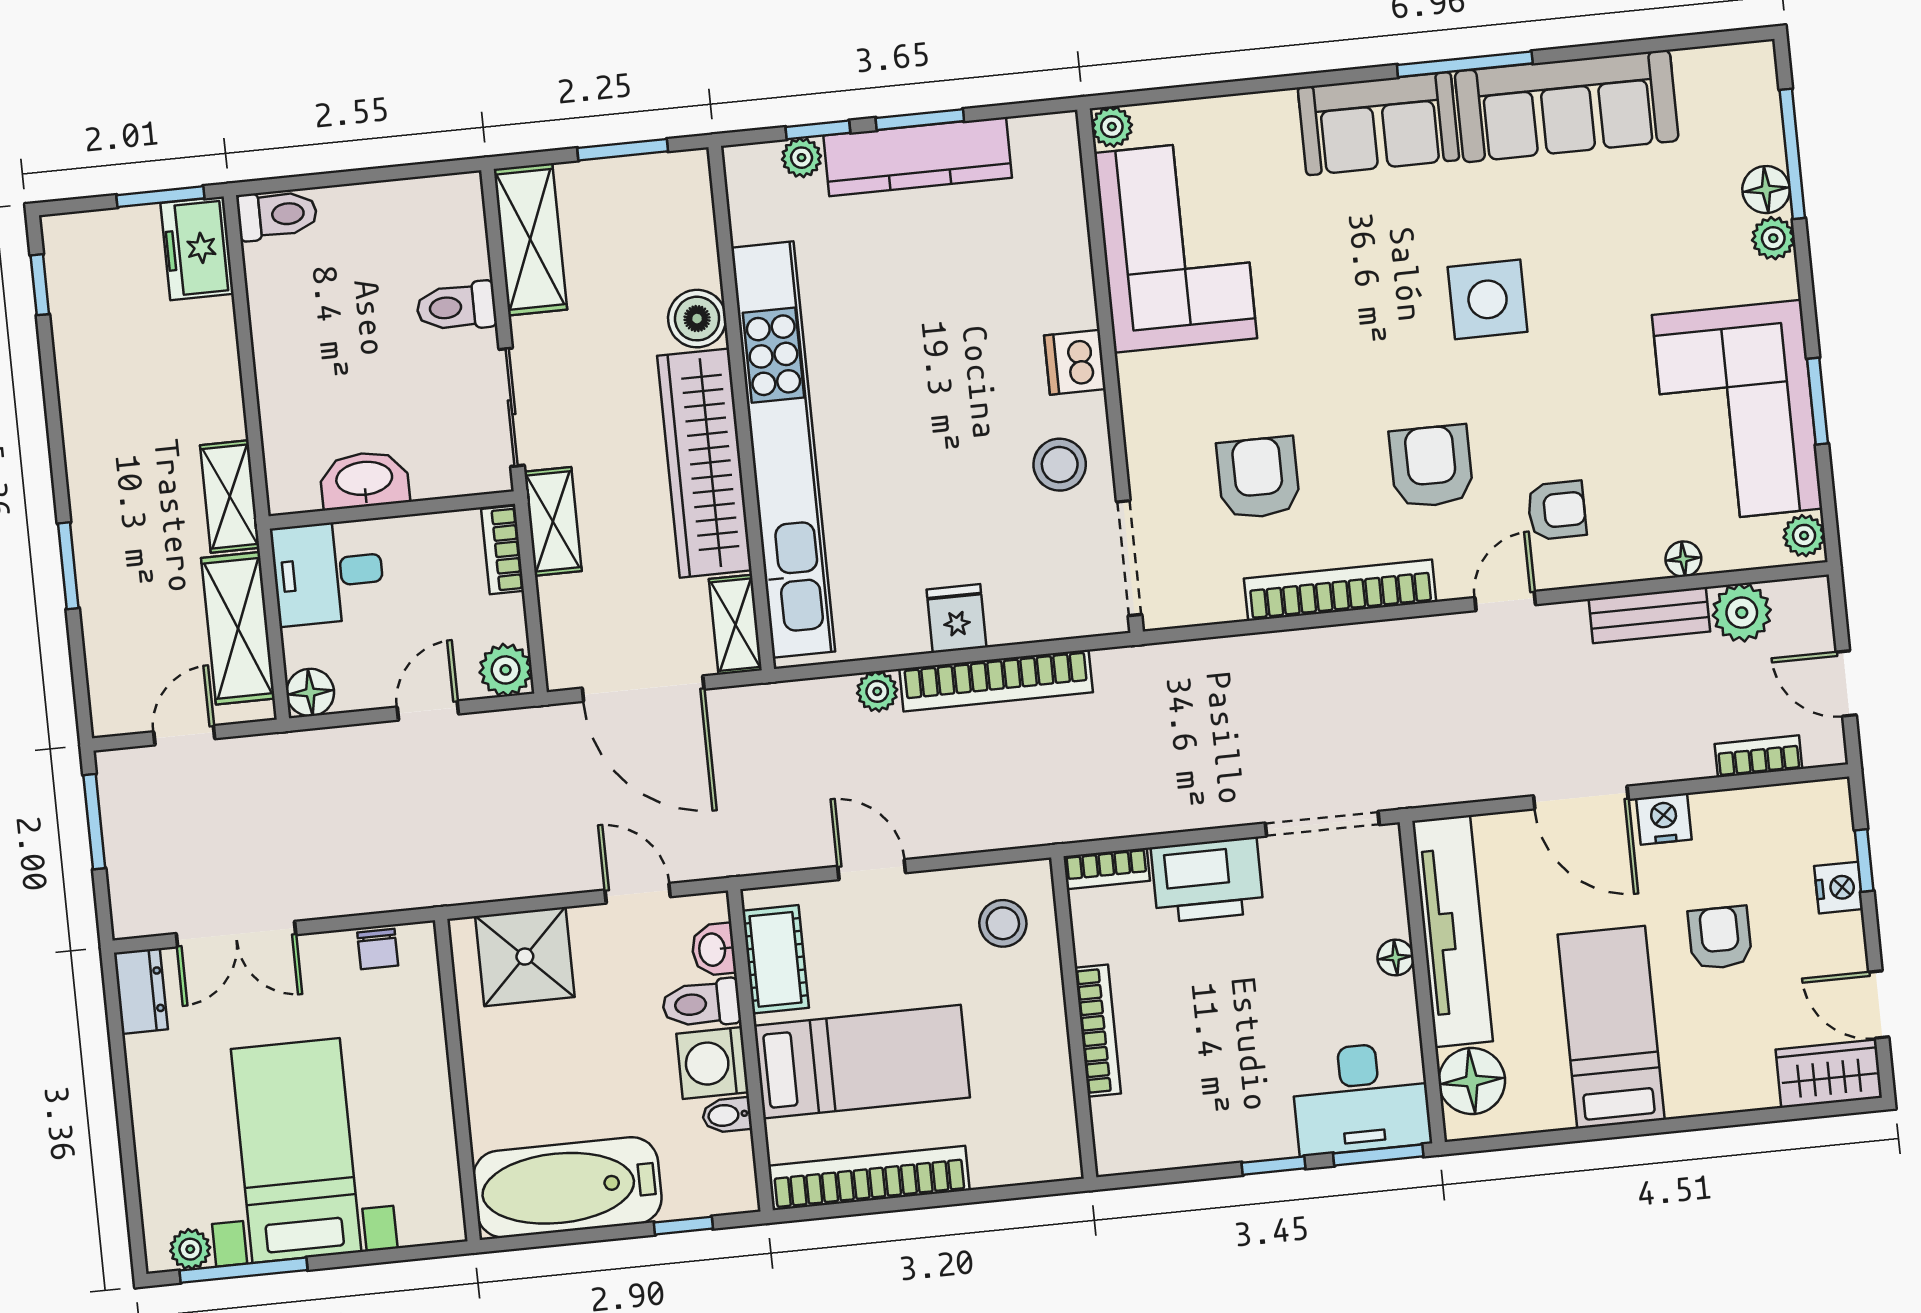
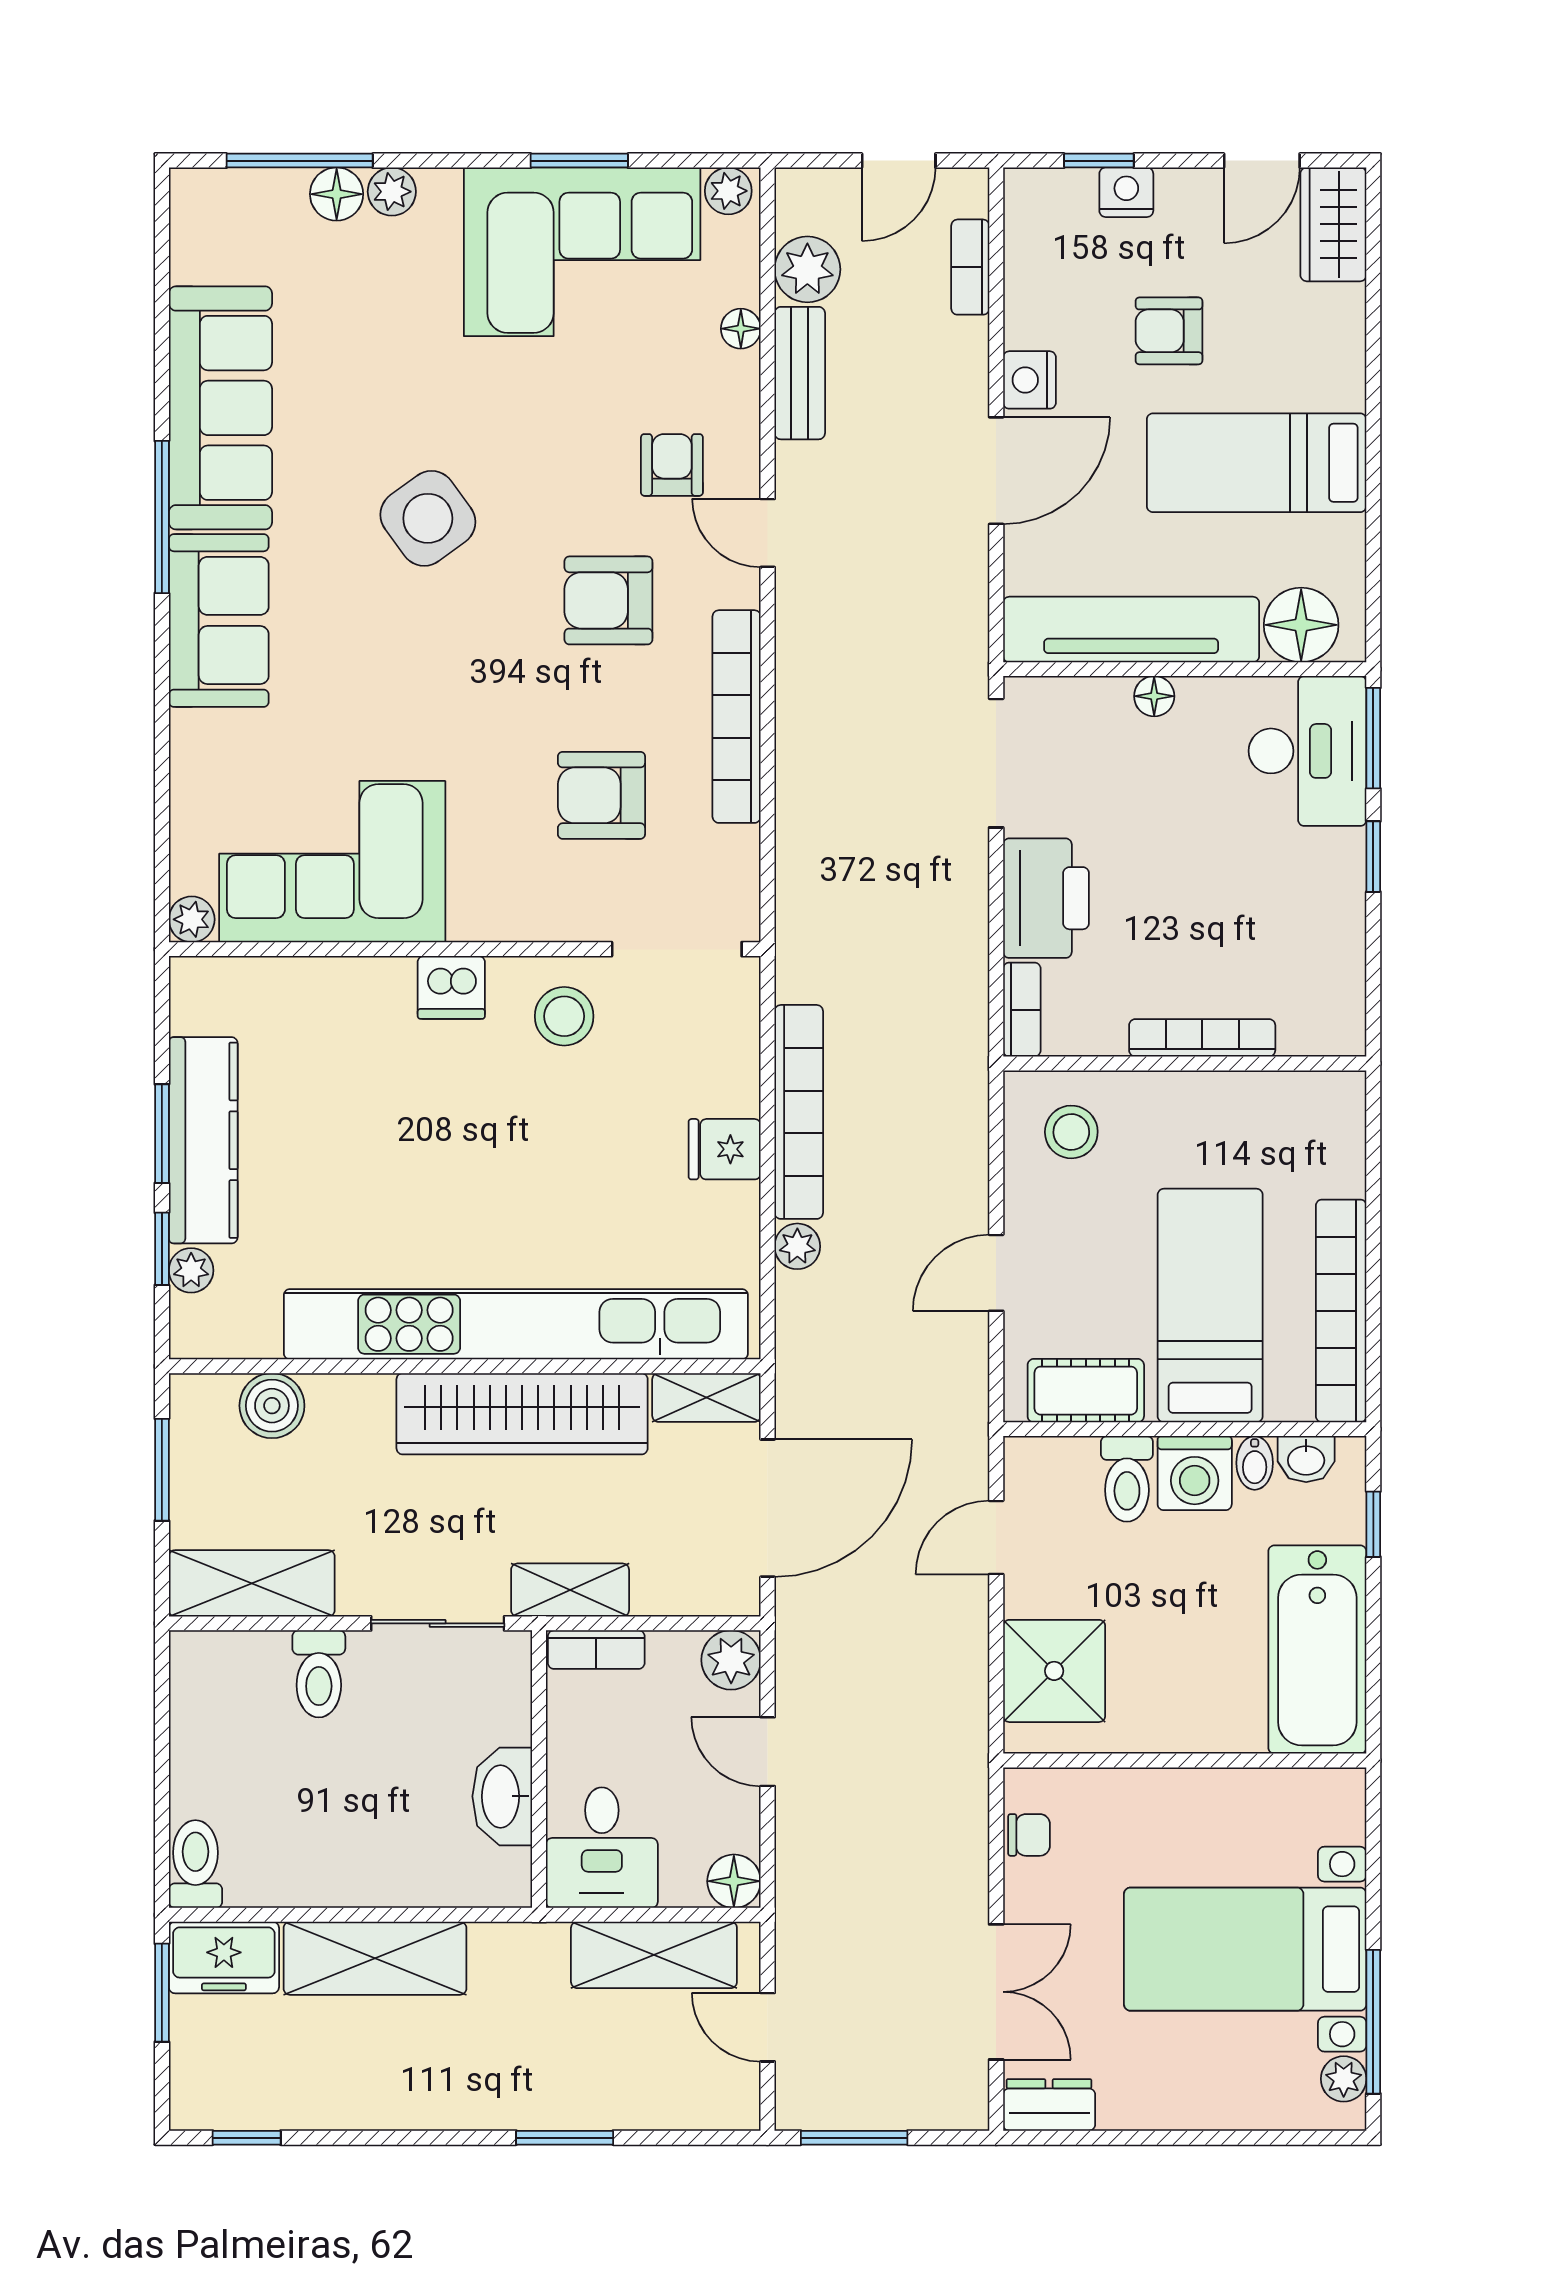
side table: (1488, 299) -> (428, 518), turned -36
boiler: (697, 319) -> (272, 1406), moved
shelving: (230, 496) -> (375, 1958), moved, width x1.50, depth x1.33
washbasin: (713, 950) -> (1306, 1459), moved

